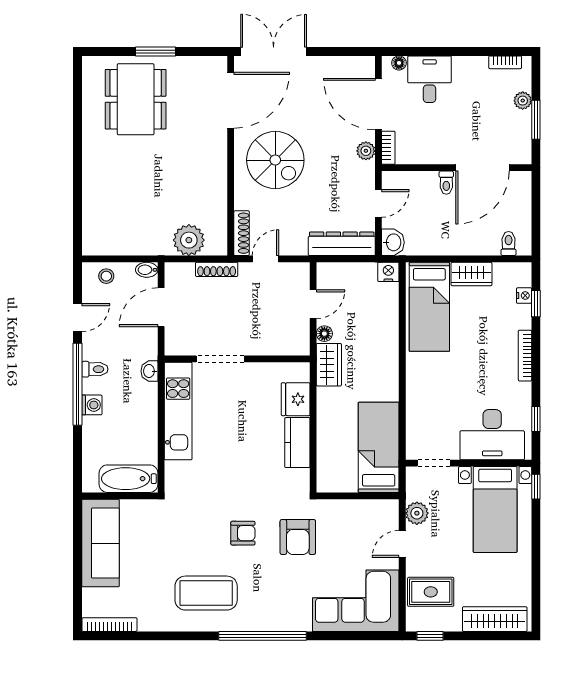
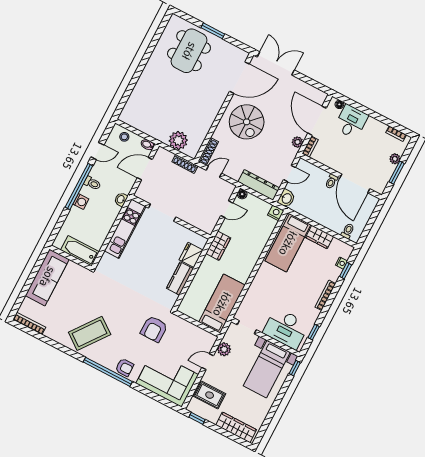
door: (482, 168) -> (355, 183), hinge flipped
floor lamp: (324, 334) -> (242, 194), moved
armchair: (243, 533) -> (124, 367), moved
coffee table: (206, 593) -> (90, 333), turned -53

